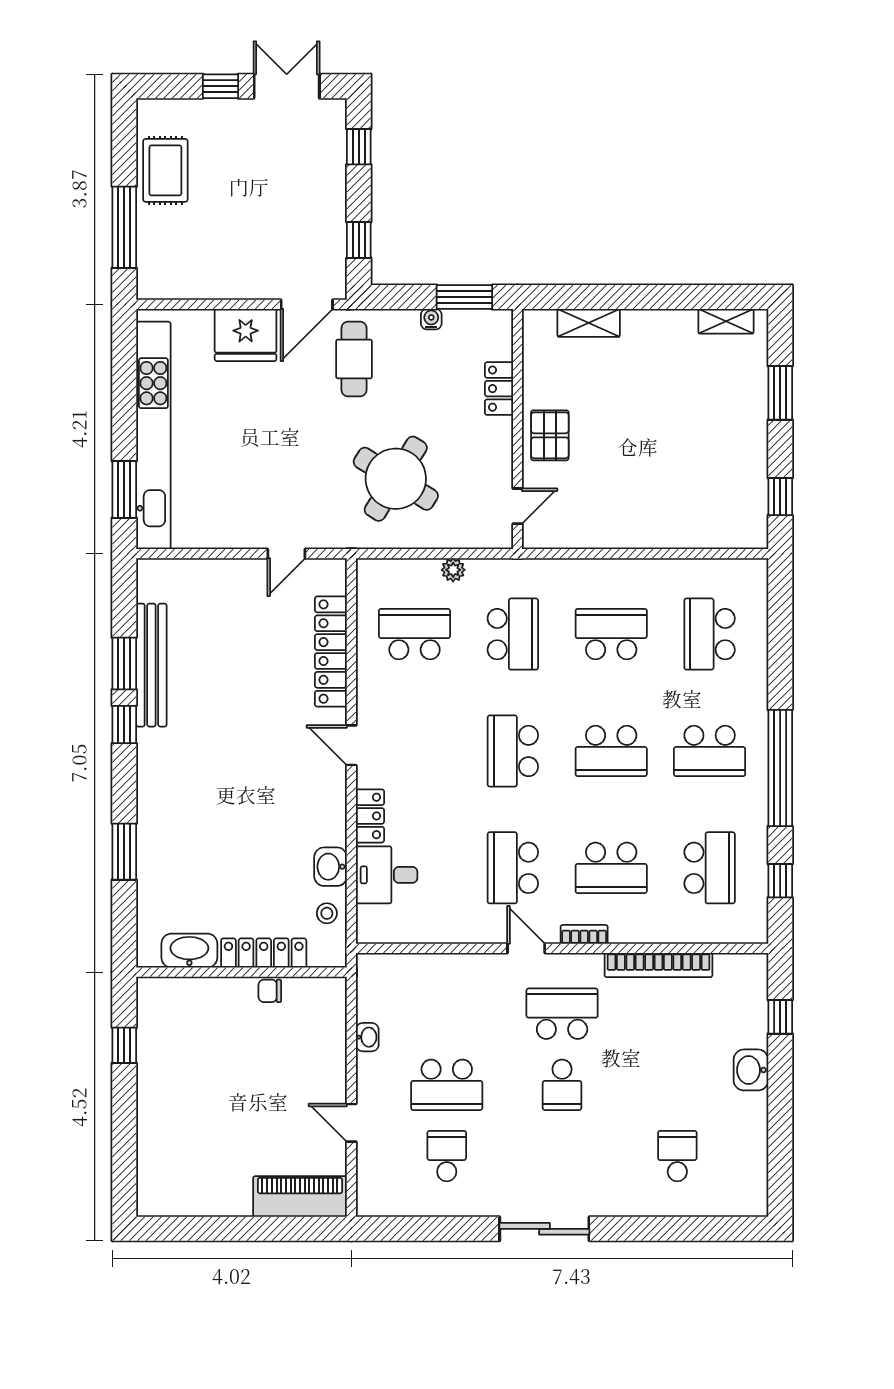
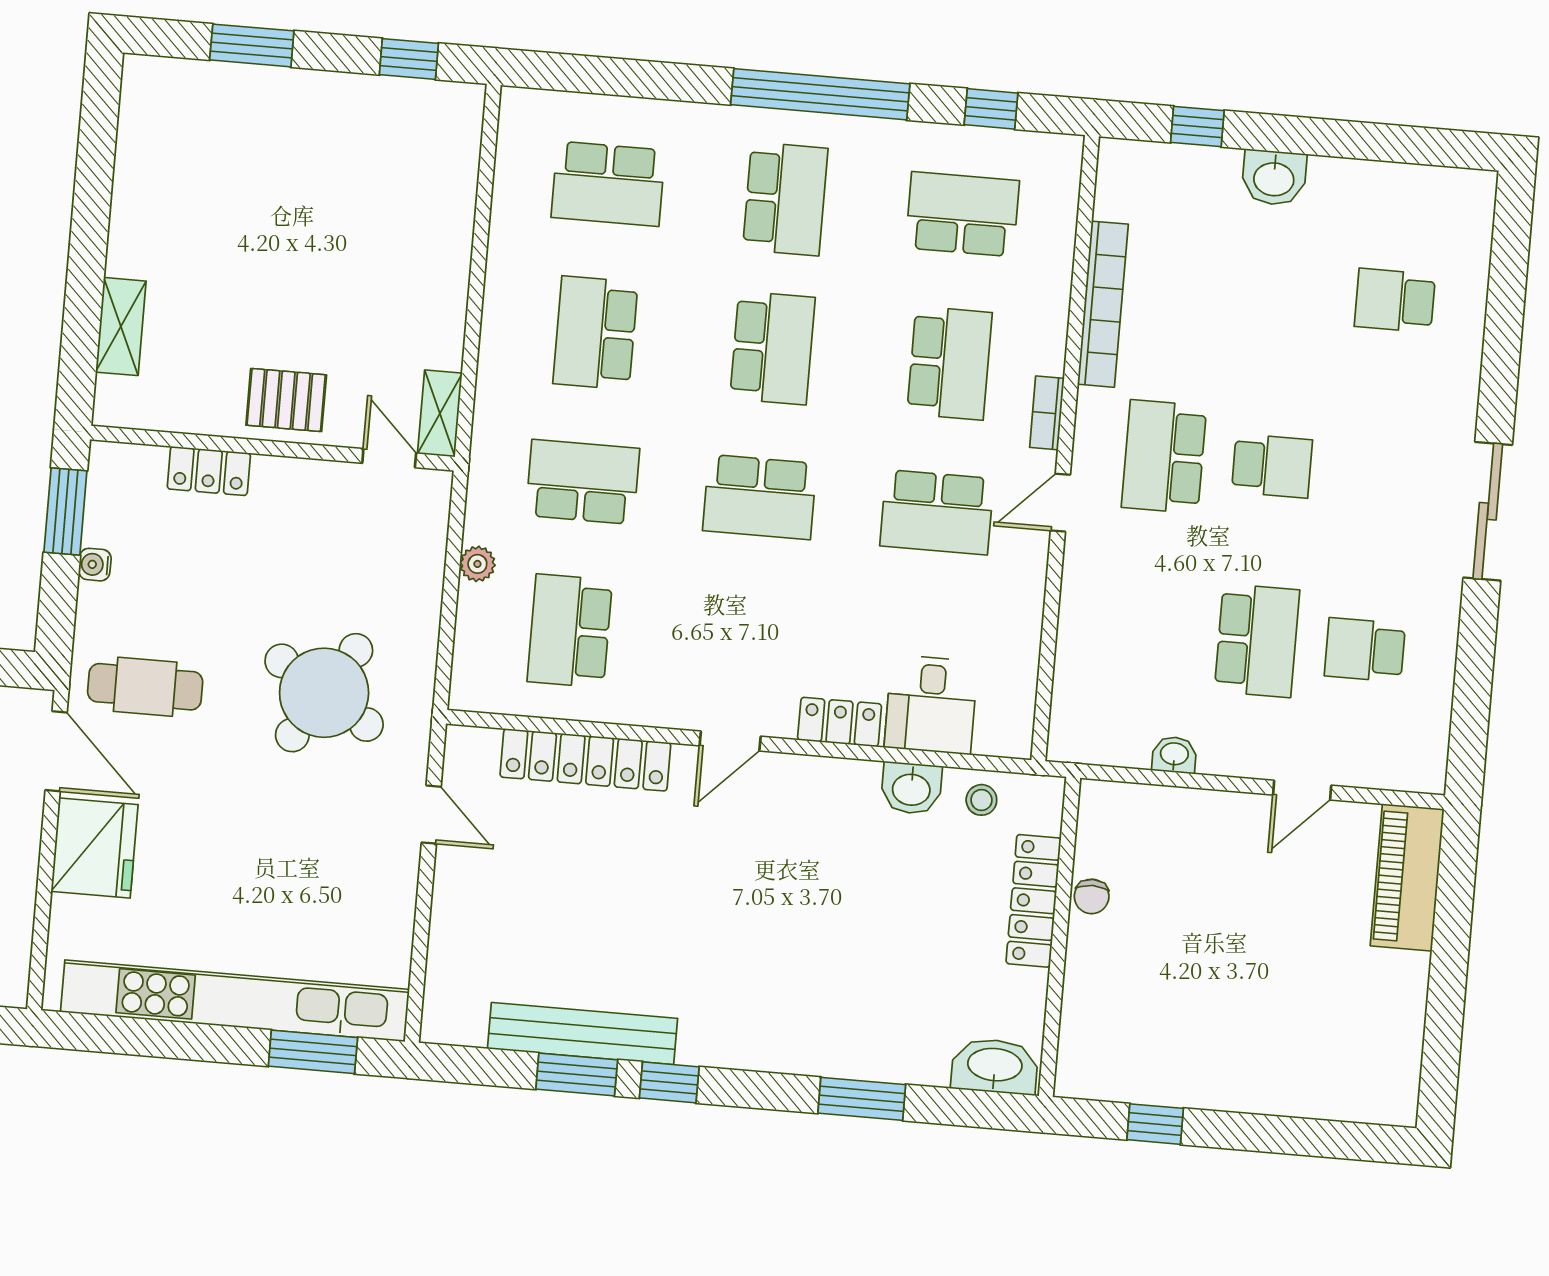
shelving: (726, 321) -> (440, 414), moved
round table: (396, 479) -> (324, 693), moved
washbasin: (189, 951) -> (995, 1066), moved, turned 90

